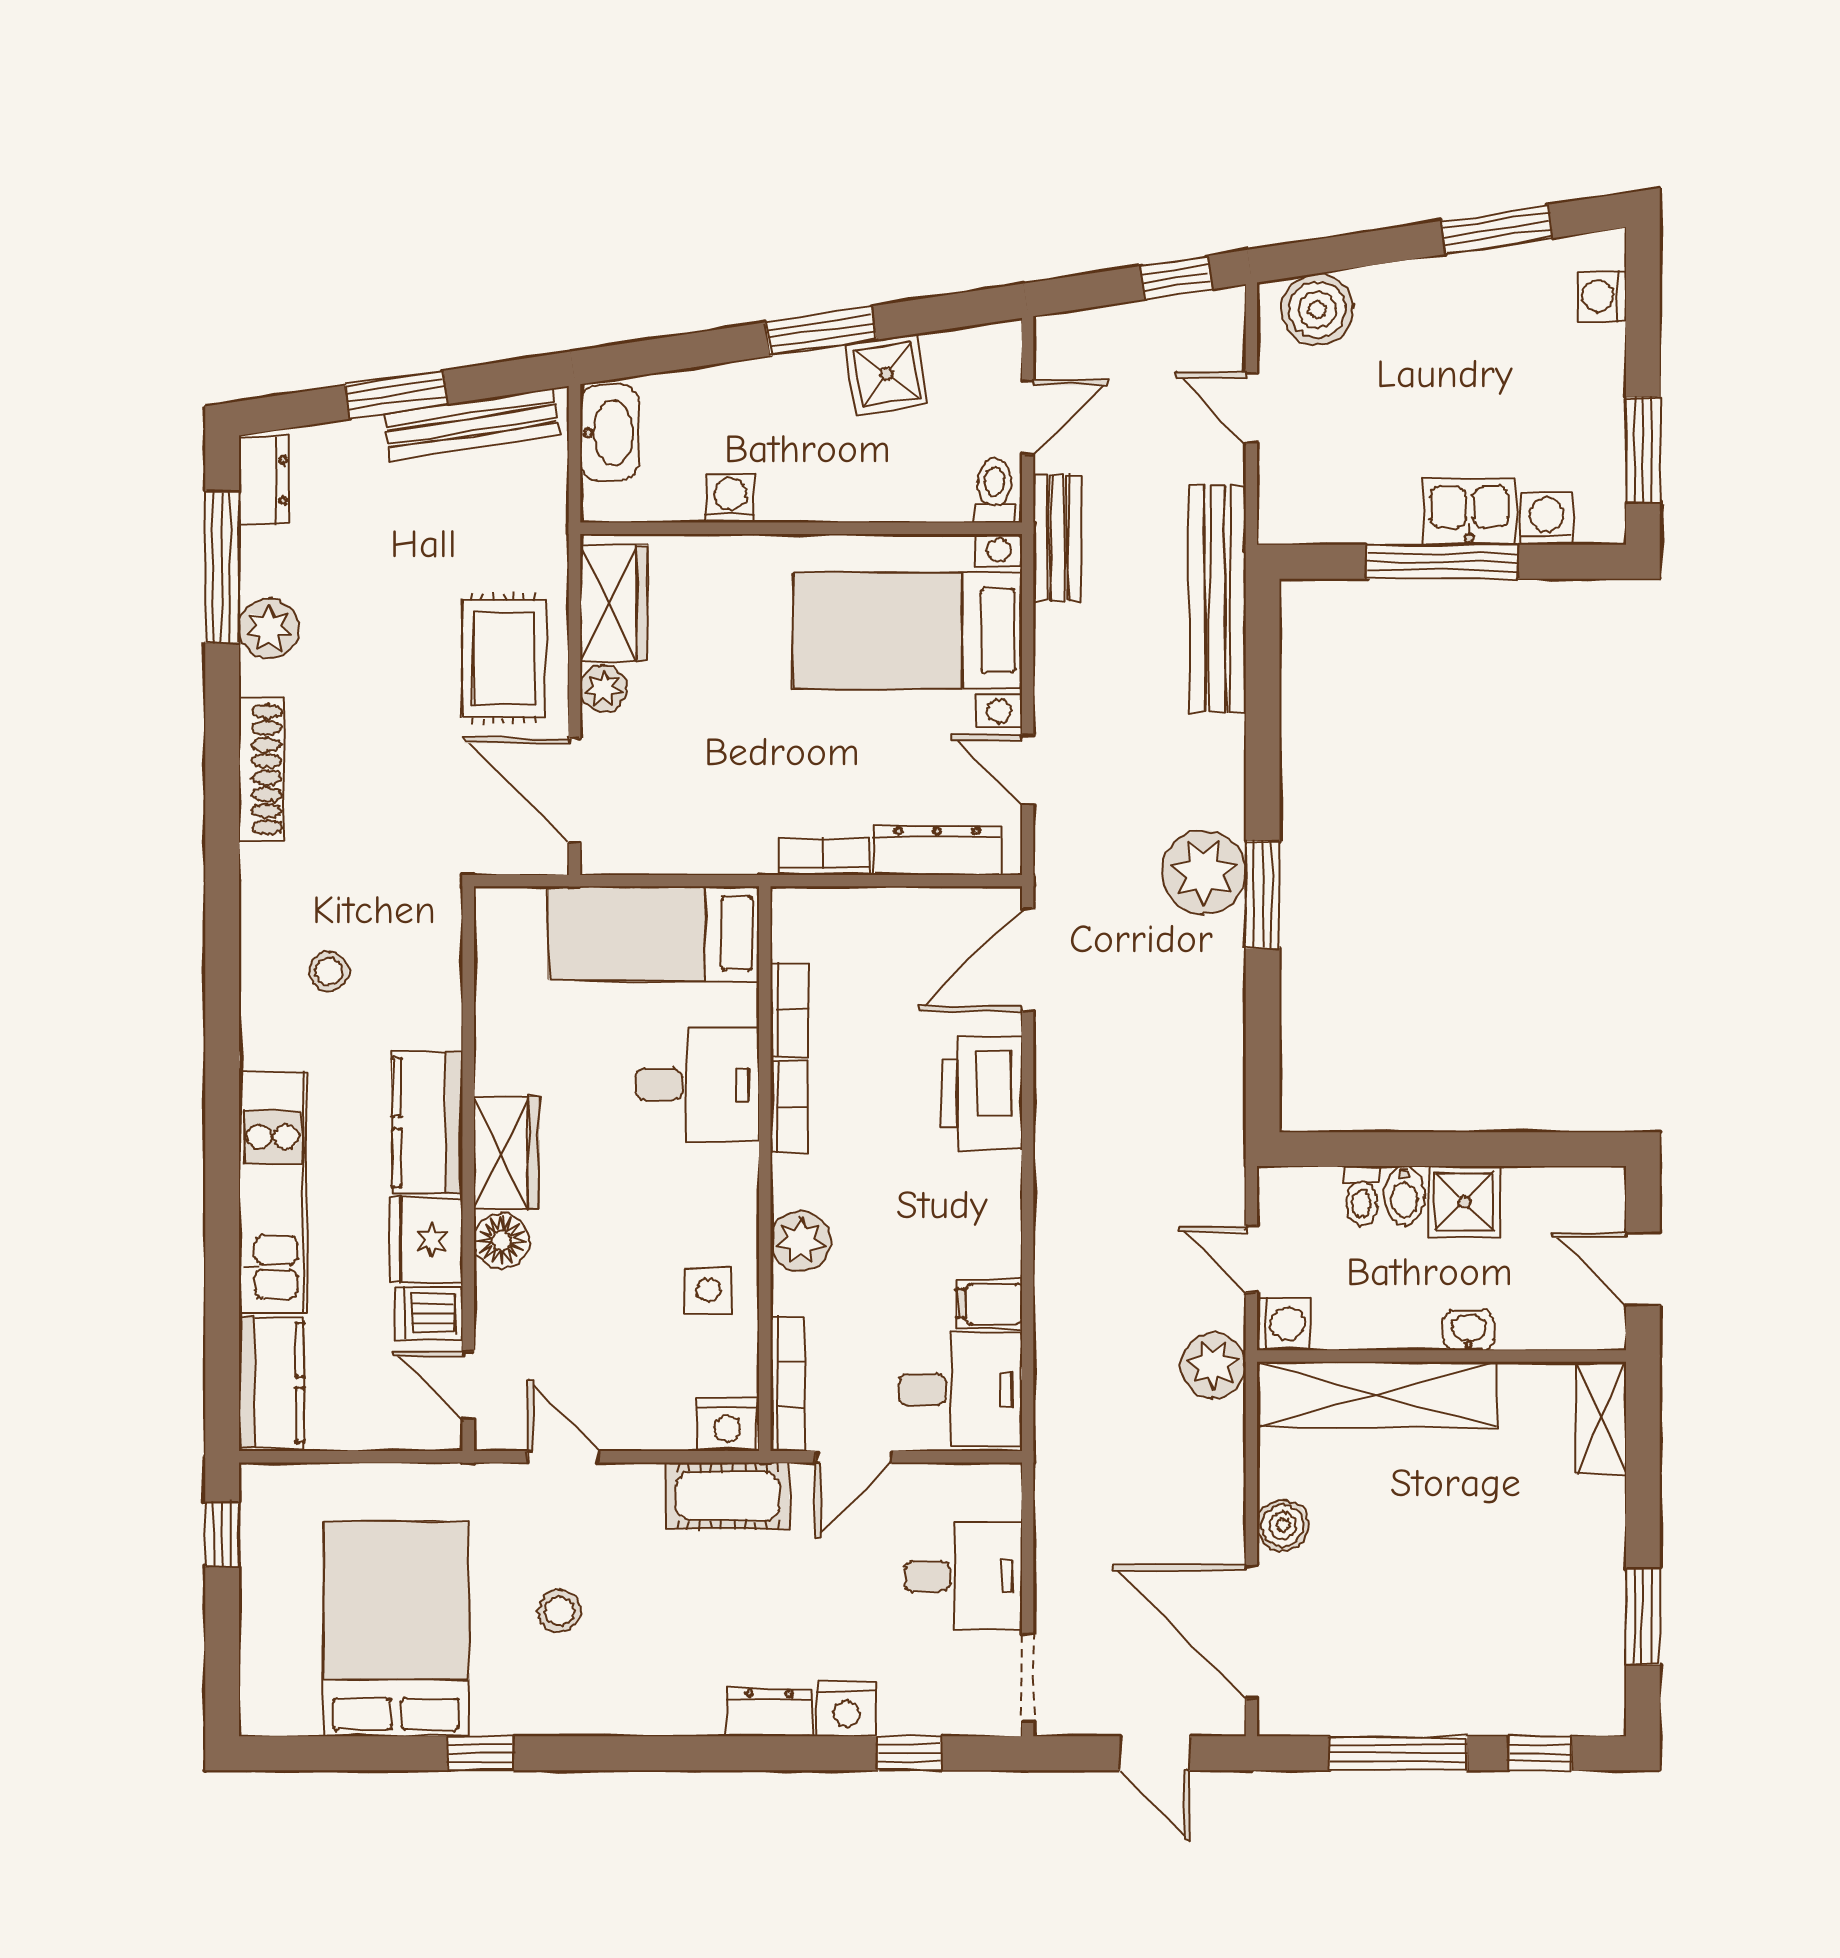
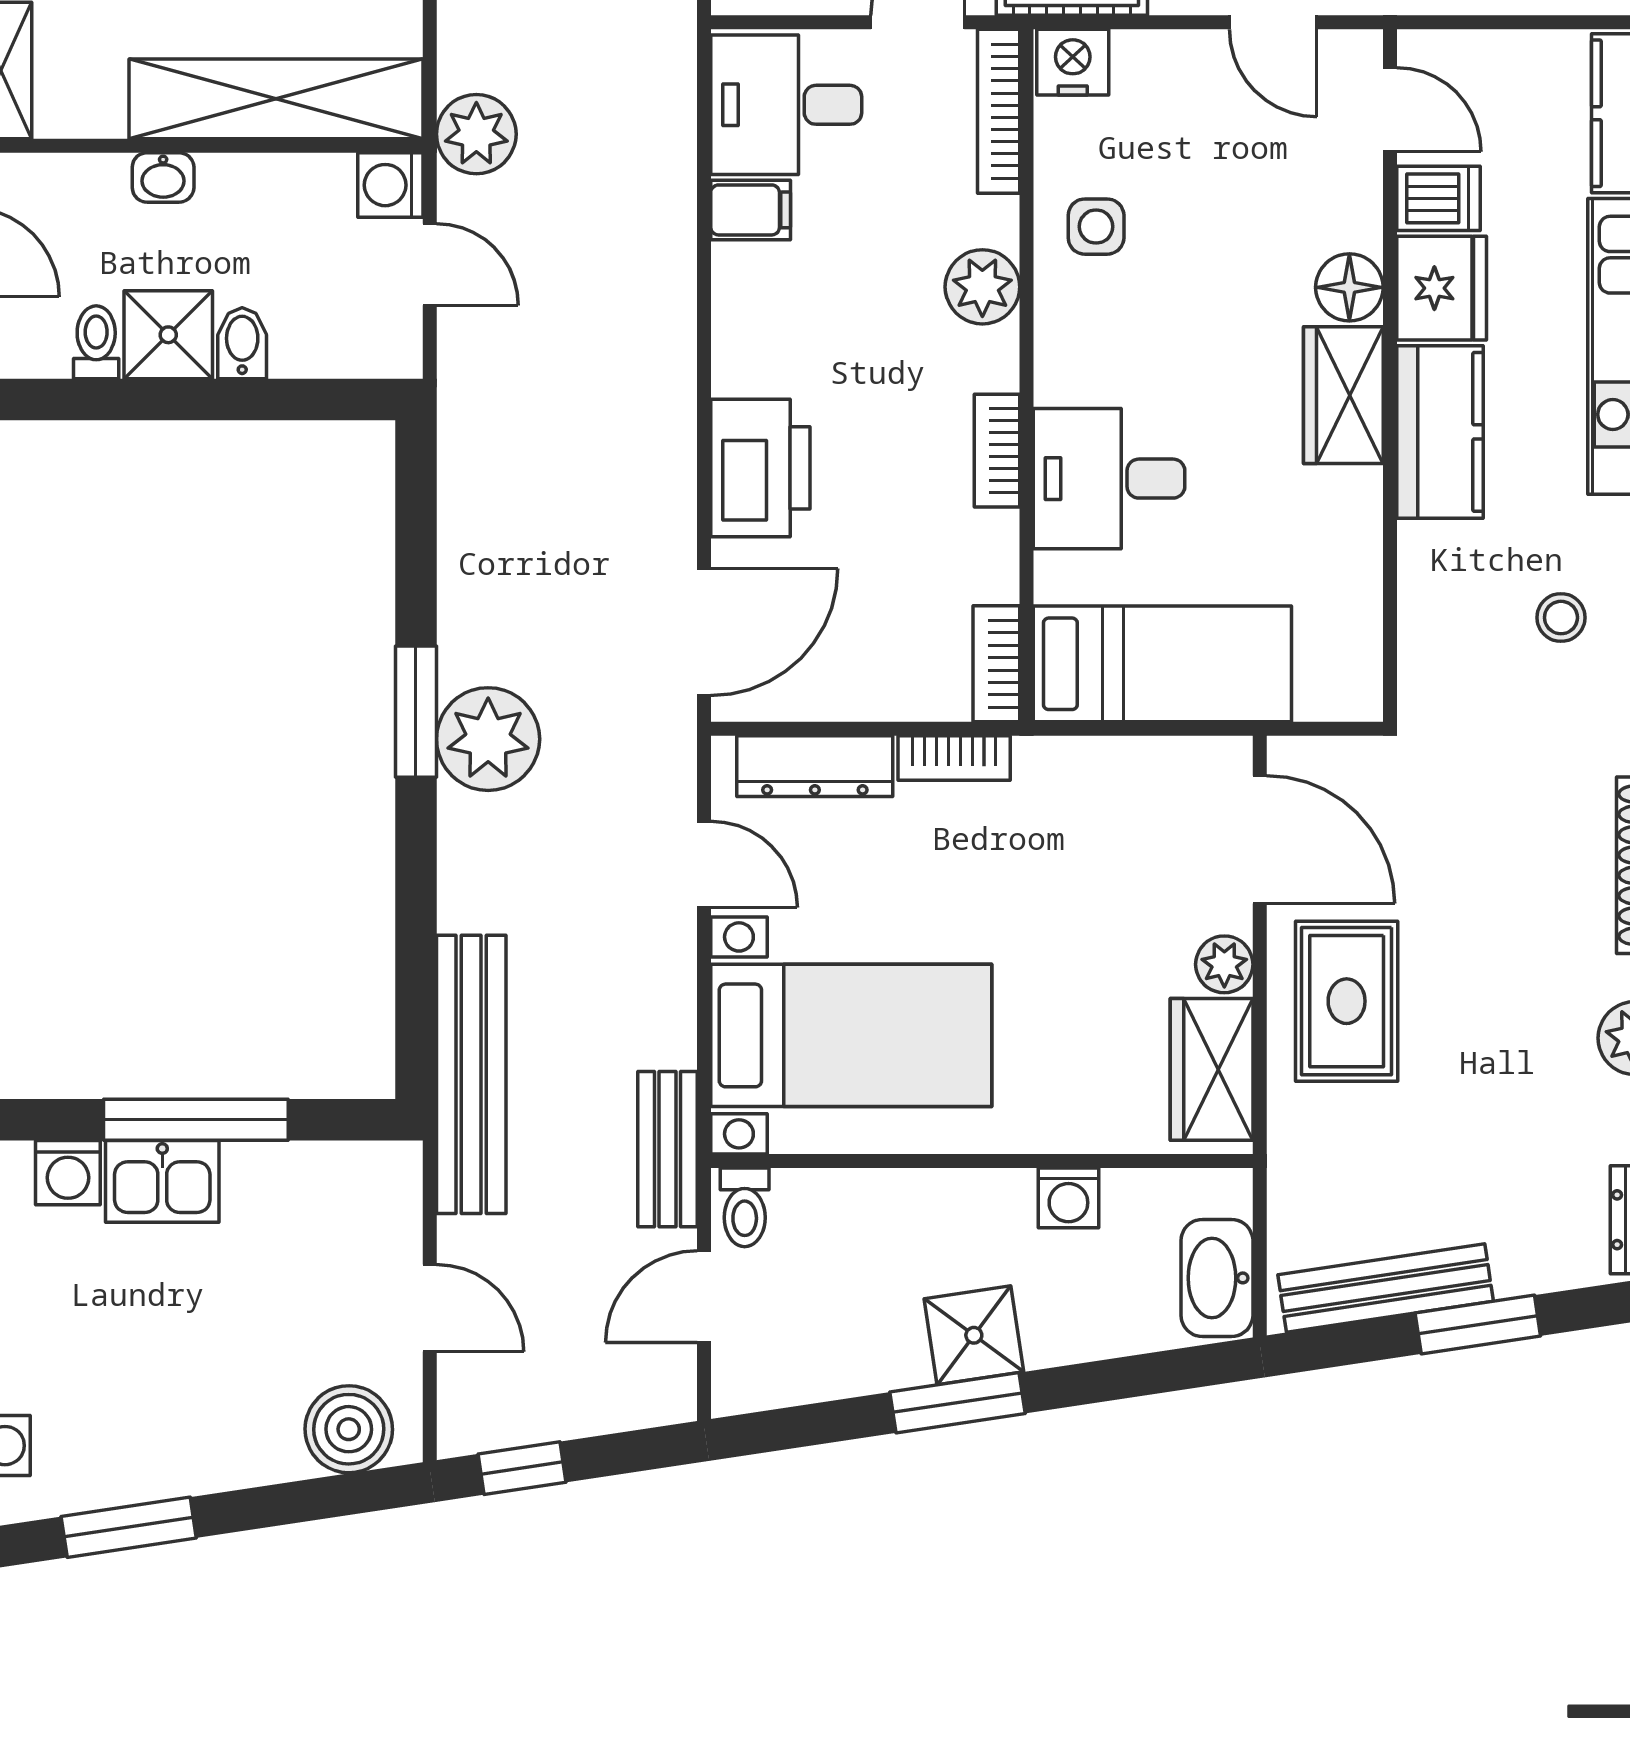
shower: (887, 374) -> (974, 1335), moved
bookcase: (789, 1010) -> (996, 664), moved
toilet: (1362, 1196) -> (96, 342), moved

